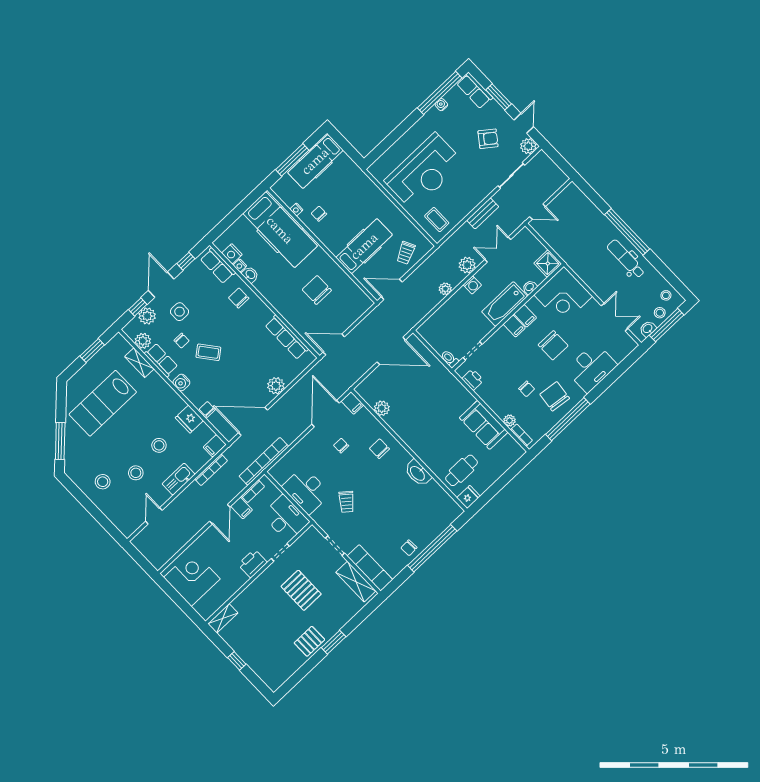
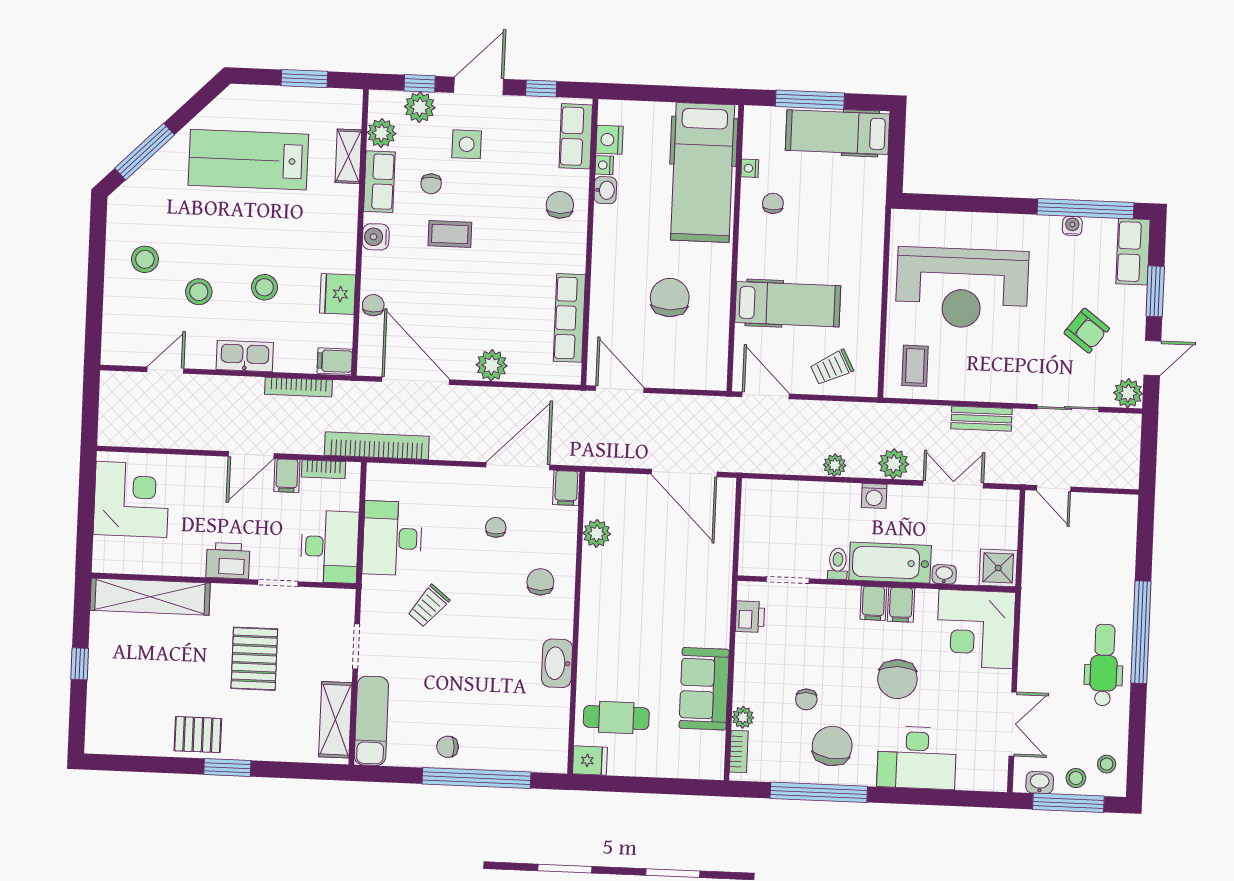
coffee table: (208, 352) -> (450, 234), turned -52
toilet: (450, 359) -> (838, 564), moved
shelving: (223, 618) -> (150, 597), width x2.20, depth x1.33

